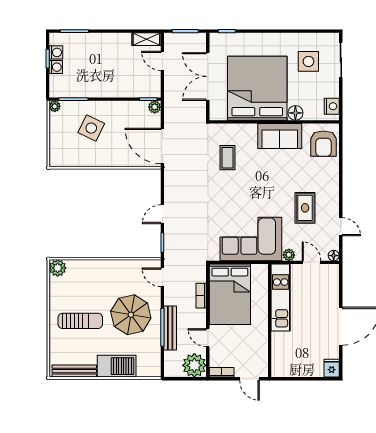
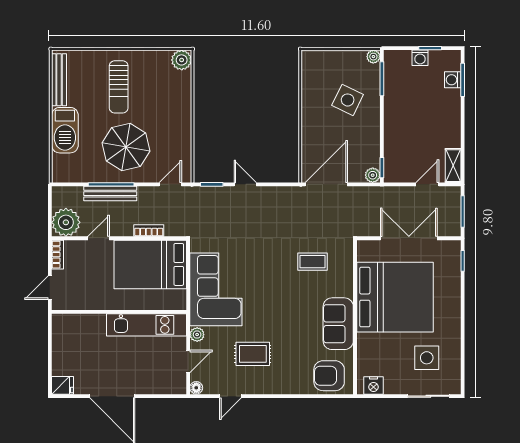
washing machine: (56, 52) -> (453, 80), moved, turned 90
floor lamp: (295, 113) -> (366, 342), removed

